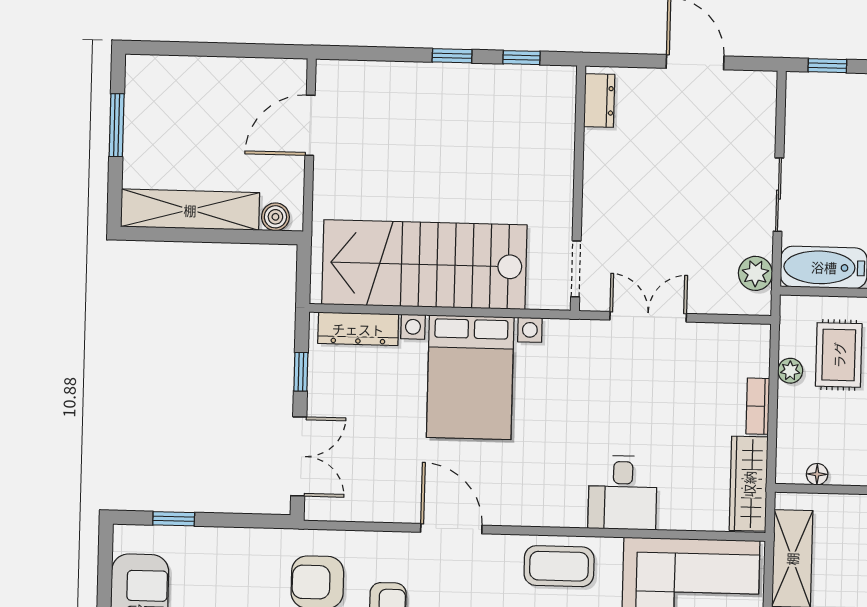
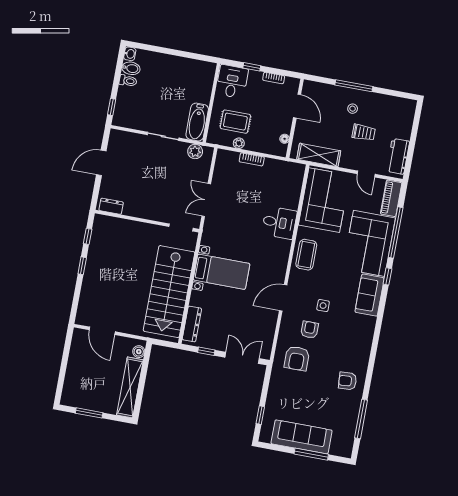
bed with nightstands: (470, 377) -> (222, 272), width x0.73
wardrobe: (749, 484) -> (284, 168), removed

